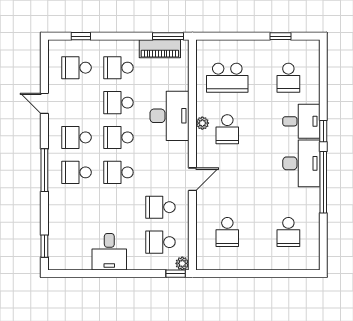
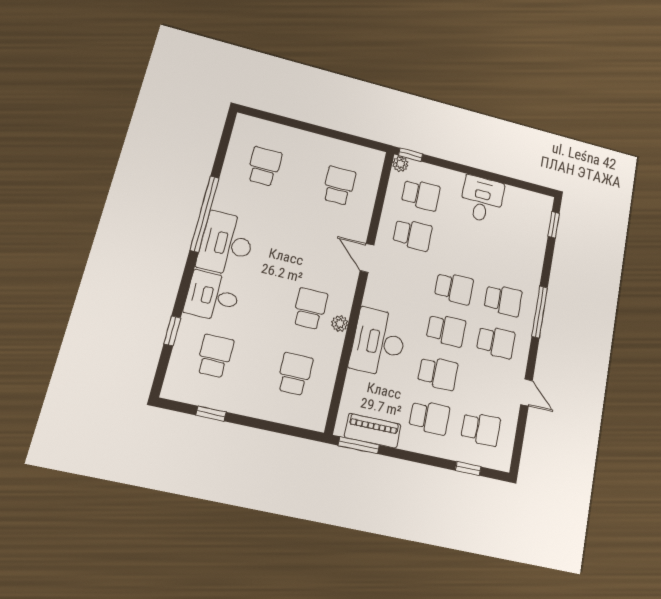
school desk: (227, 78) -> (295, 374), width x0.54
window: (323, 131) -> (172, 331), moved
door: (192, 179) -> (367, 258), hinge flipped

